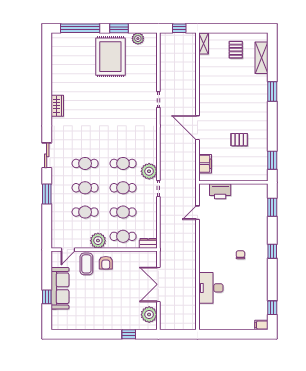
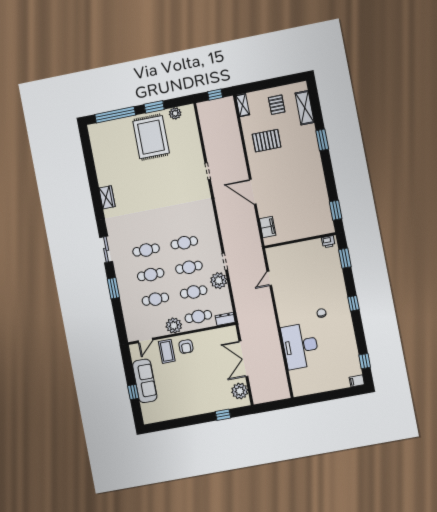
pallet: (239, 140) -> (267, 141), moved, width x1.50, depth x1.42
plant: (149, 171) -> (219, 281), moved
printer: (220, 191) -> (328, 242), moved, width x0.53, depth x0.68
desk: (211, 288) -> (300, 346), width x1.36, depth x1.30

